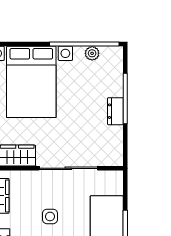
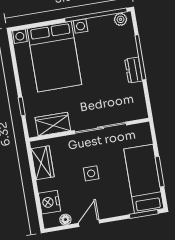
plant: (92, 53) -> (121, 19), moved

